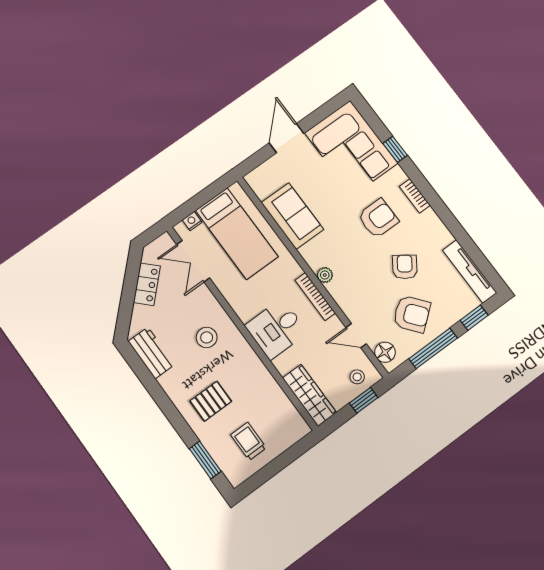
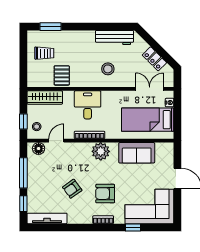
armchair: (378, 218) -> (105, 194), turned 90
armchair: (405, 267) -> (72, 189), turned 109
plant: (325, 275) -> (101, 151), width x1.88, depth x1.88
armchair: (412, 314) -> (47, 175), removed
workbench: (151, 353) -> (114, 37), width x1.37
pallet: (211, 401) -> (62, 75), moved

